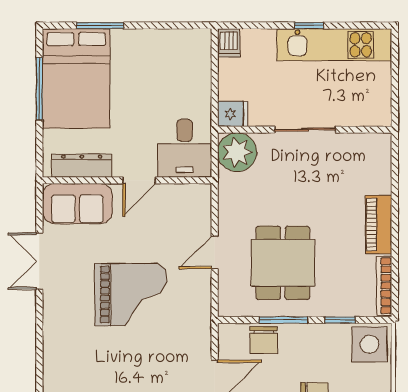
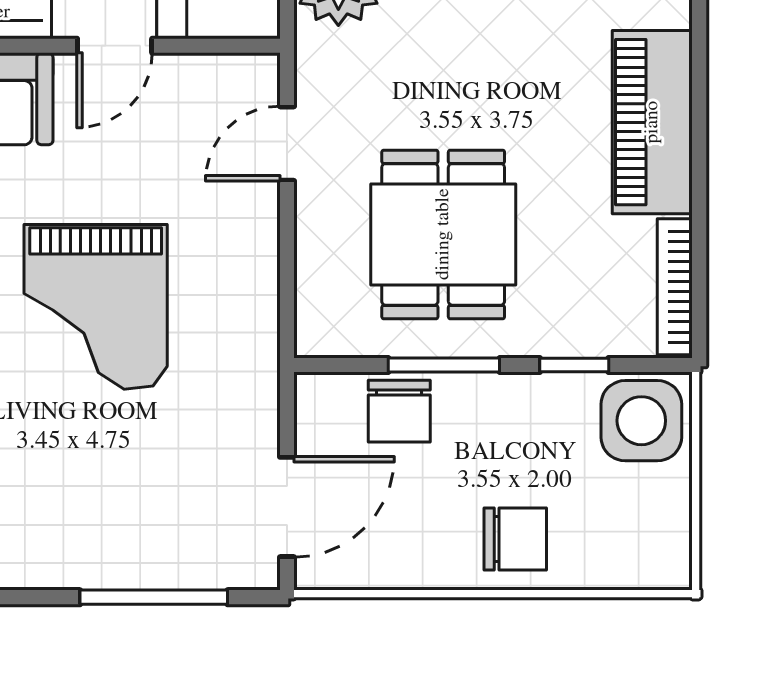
piano: (379, 225) -> (652, 122), width x1.37, depth x1.33
door: (215, 253) -> (287, 144), moved
grand piano: (131, 295) -> (96, 307), turned 90

